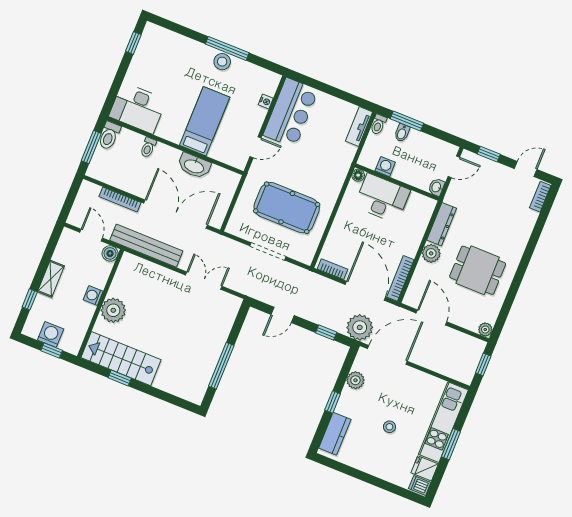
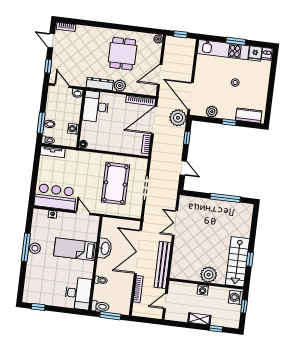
desk: (382, 198) -> (96, 107), moved
boiler: (110, 253) -> (174, 286), removed
washing machine: (51, 334) -> (236, 297), moved

